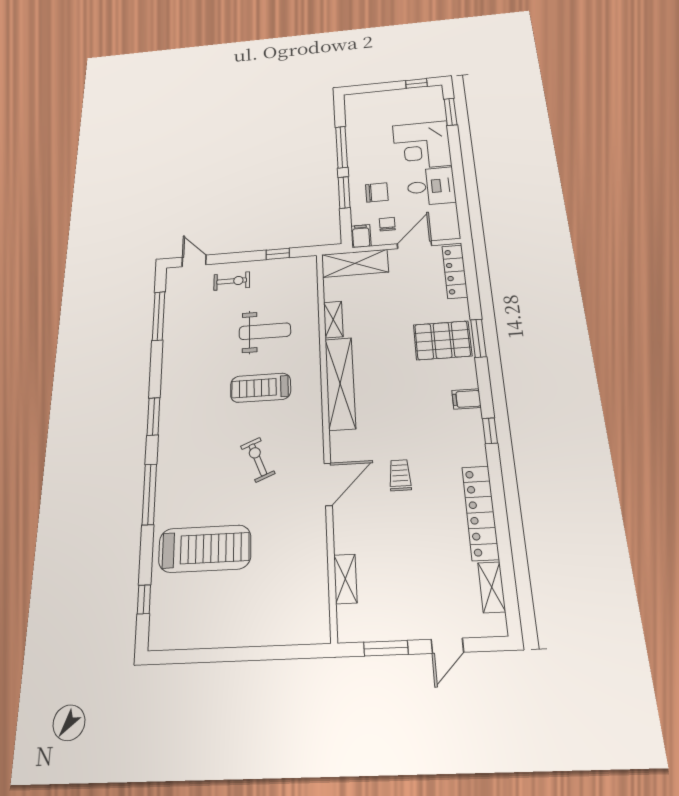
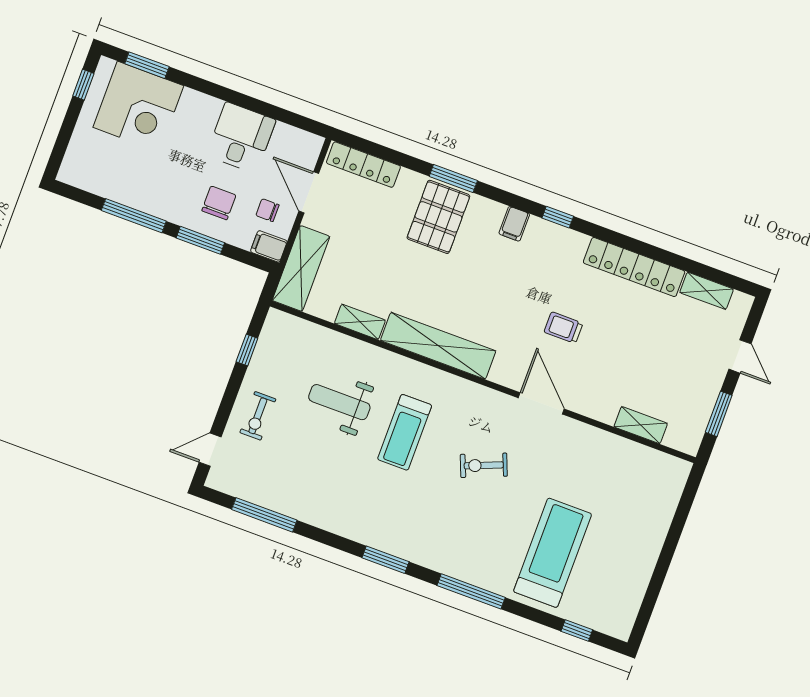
corner desk: (422, 145) -> (138, 107), moved
exercise bike: (232, 281) -> (258, 416), turned 180
weight bench: (265, 331) -> (339, 402), turned -90

